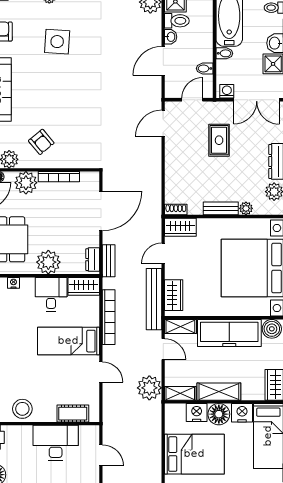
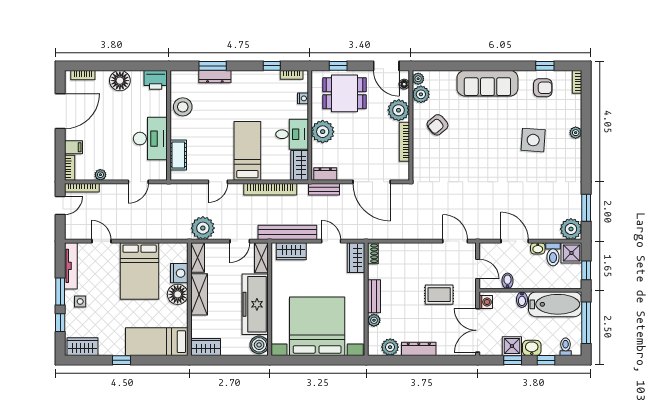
nightstand: (242, 413) -> (179, 317), removed

